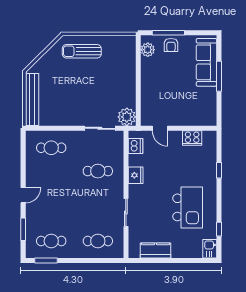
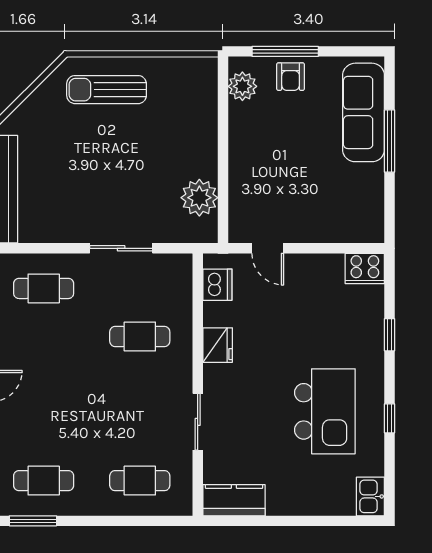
plant: (127, 117) -> (199, 198), moved
sliding door: (100, 128) -> (121, 248), moved
cooker: (192, 138) -> (365, 269), moved
window: (219, 229) -> (390, 418), moved
kitchen counter: (155, 251) -> (234, 500), moved

